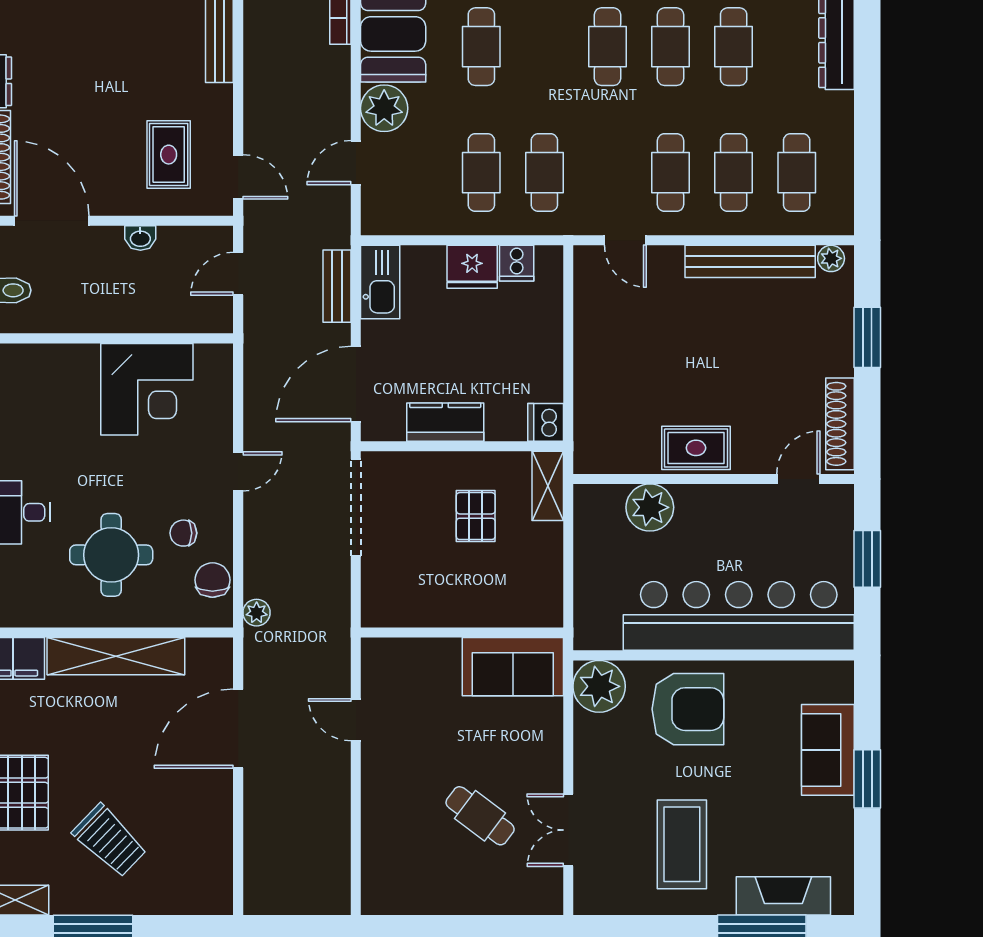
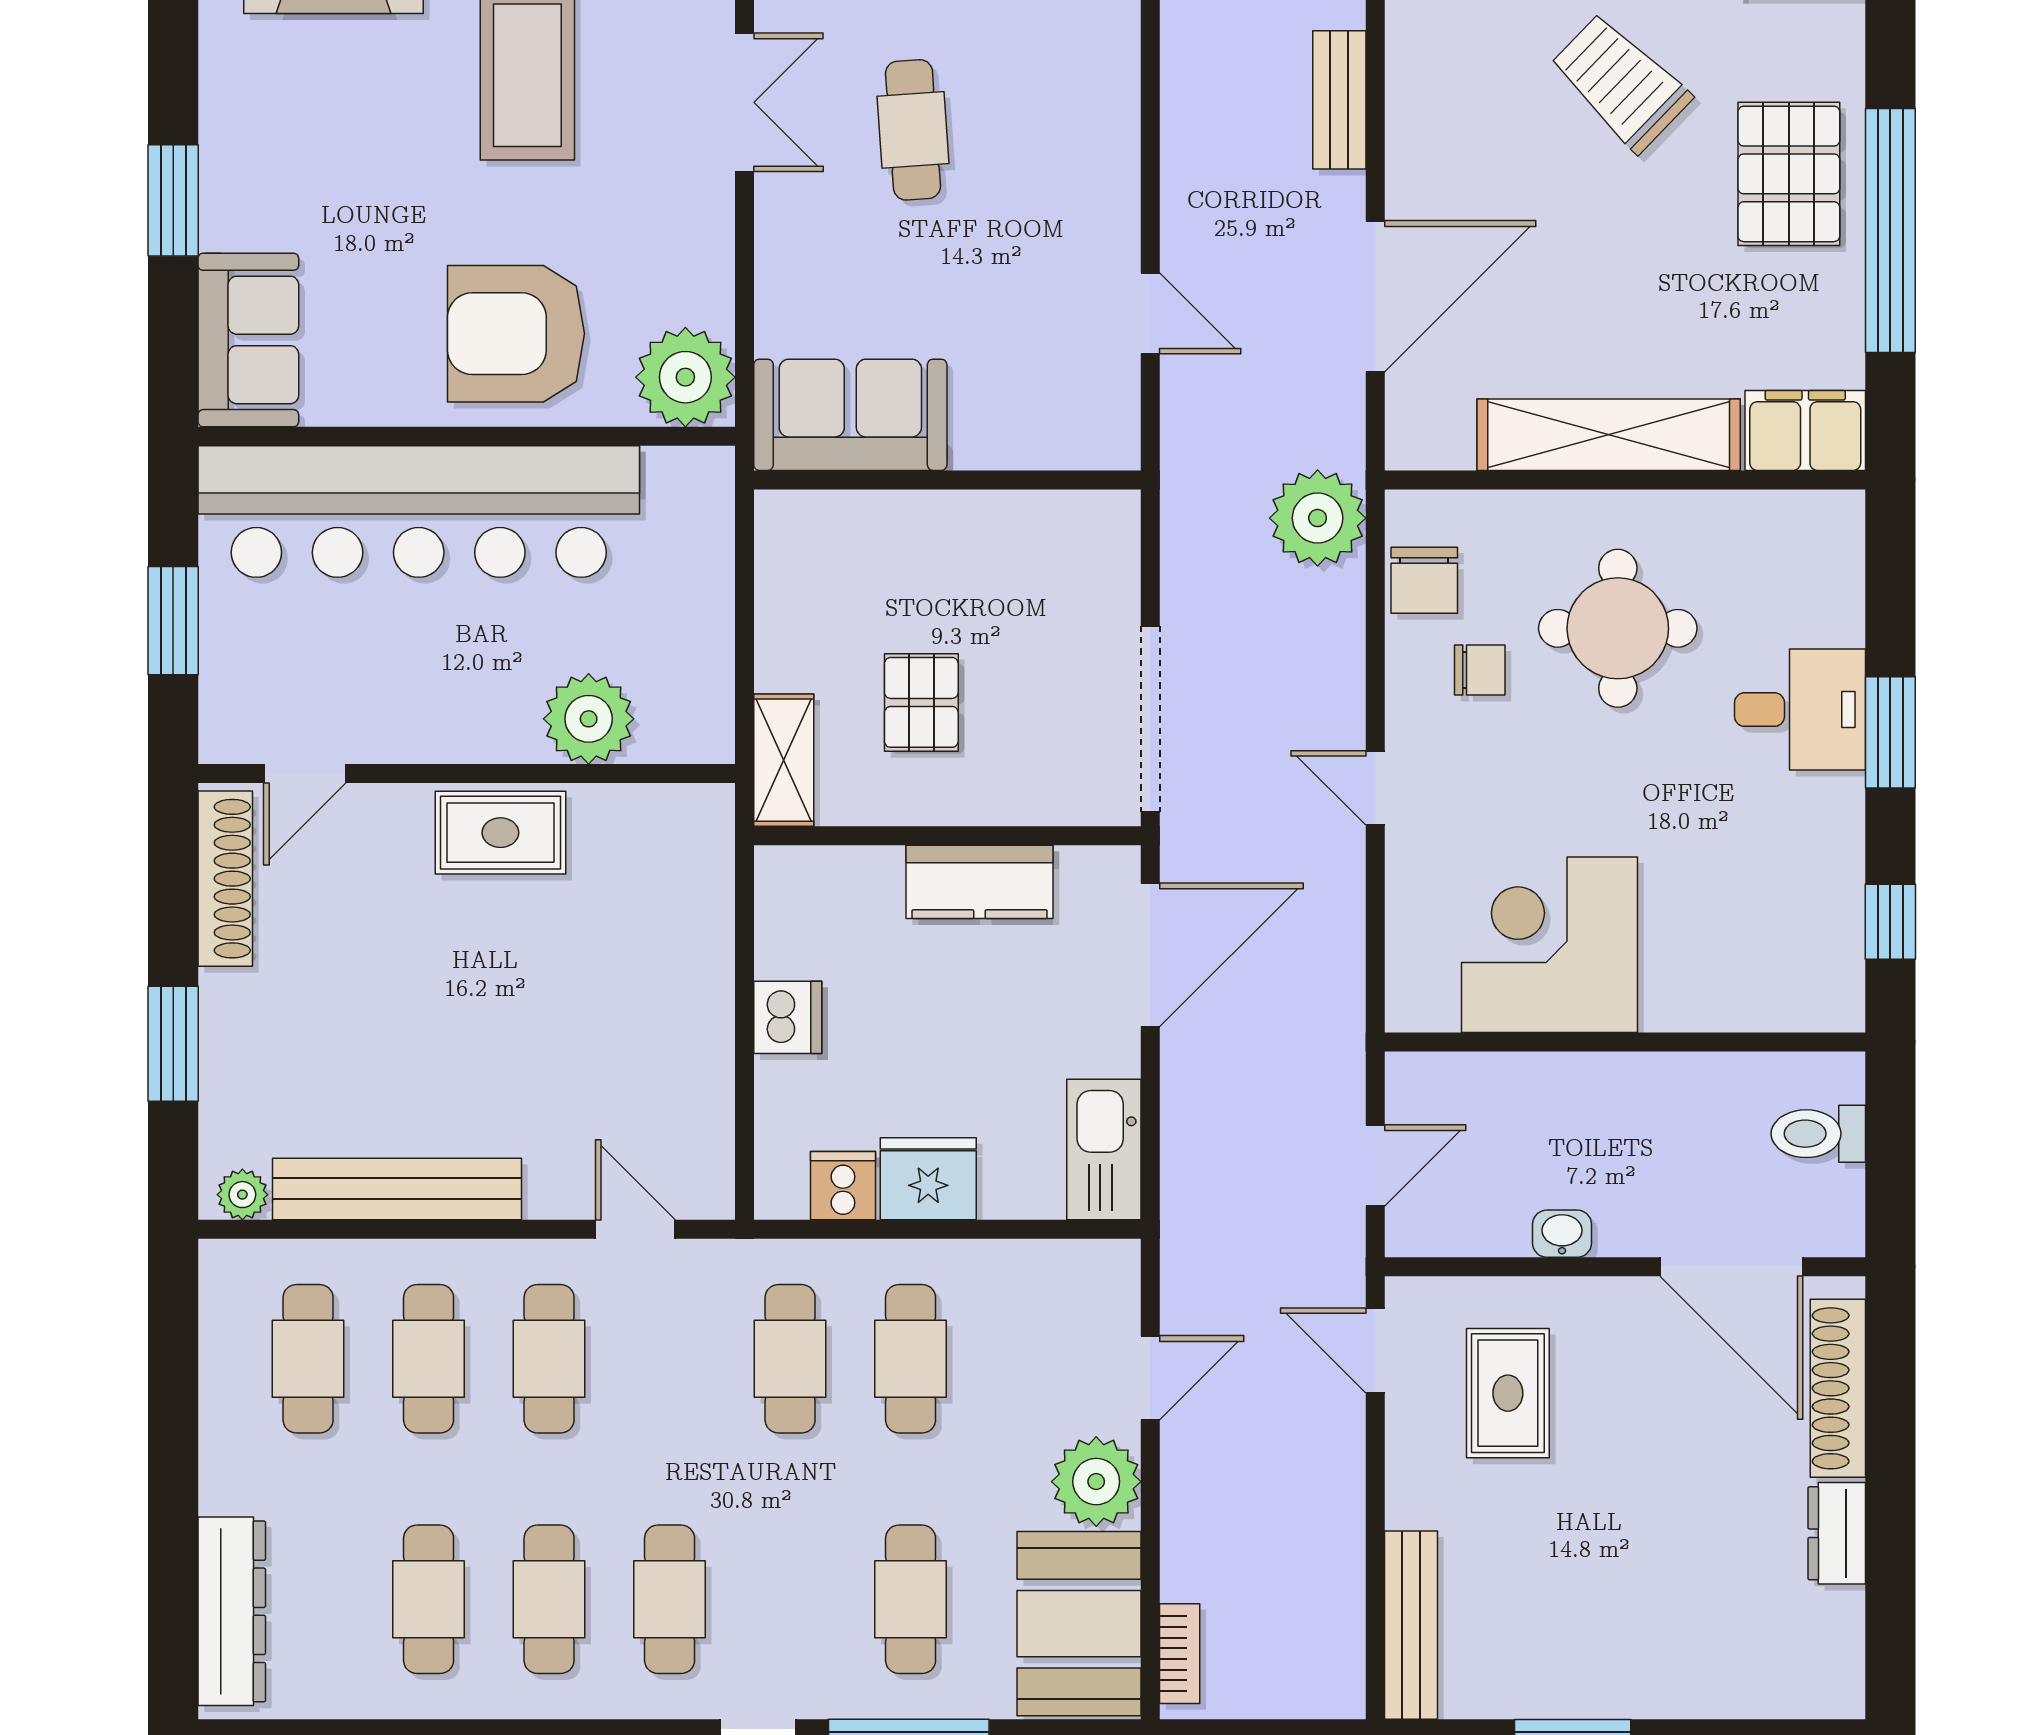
bench: (337, 286) -> (1339, 100), moved
dishwasher: (546, 422) -> (788, 1017), moved
door: (238, 471) -> (1375, 788), hinge flipped
plant: (257, 613) -> (1318, 518), width x1.88, depth x1.88
sofa: (828, 750) -> (248, 340), moved
cafe table: (480, 816) -> (913, 130), turned 49

